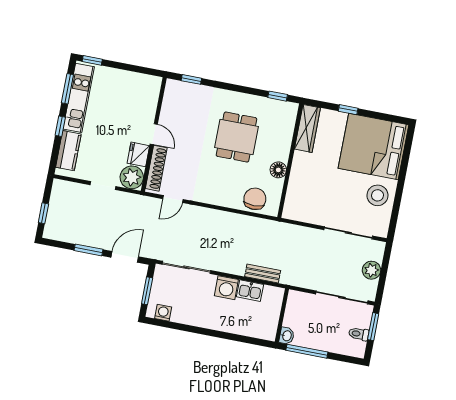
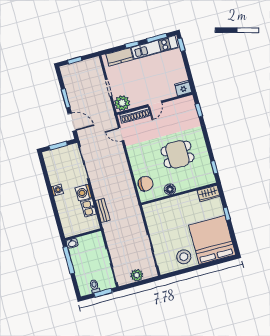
wardrobe: (307, 128) -> (208, 193), width x0.67
fridge: (138, 154) -> (183, 88), moved
washing machine: (163, 313) -> (57, 190), moved

